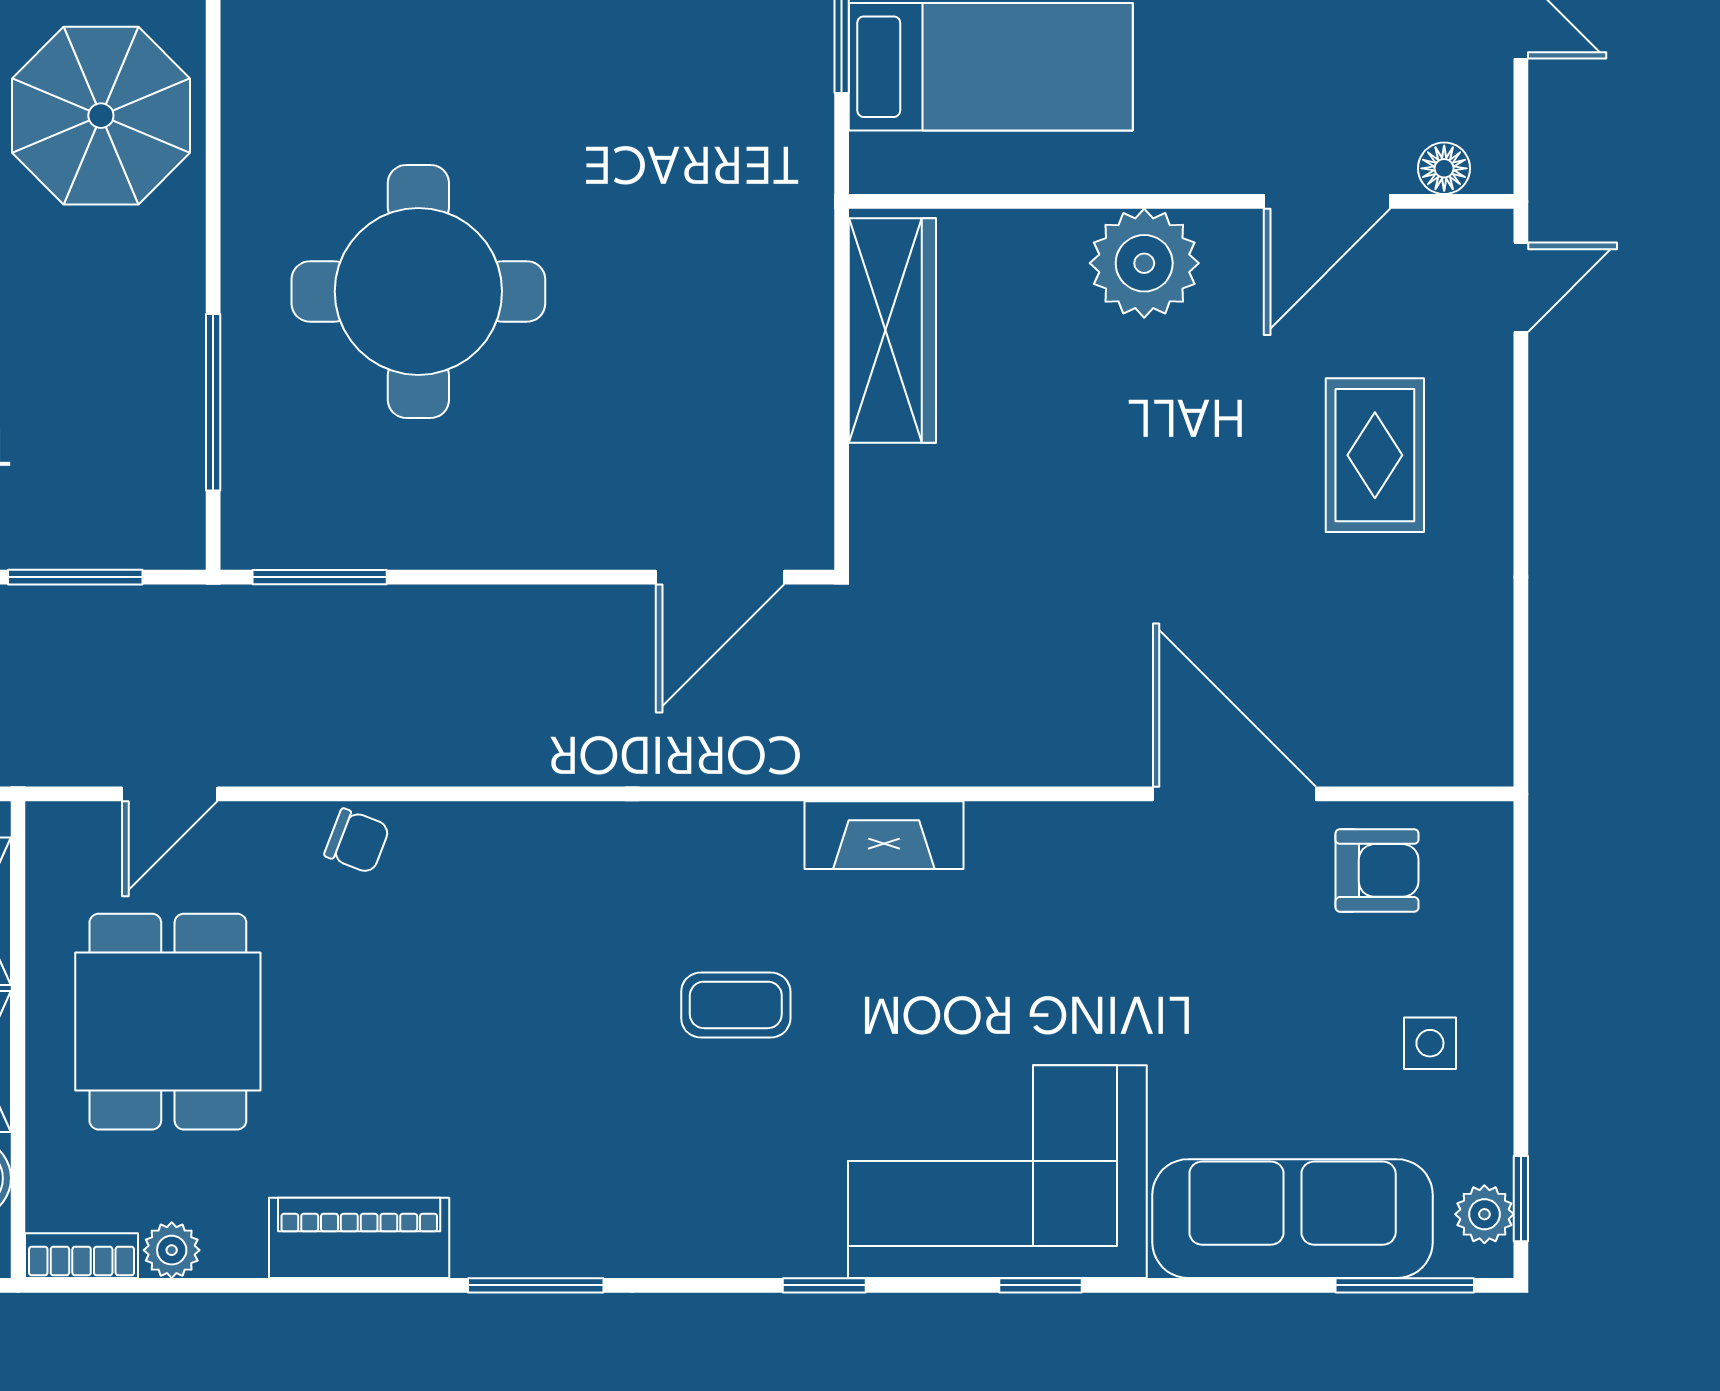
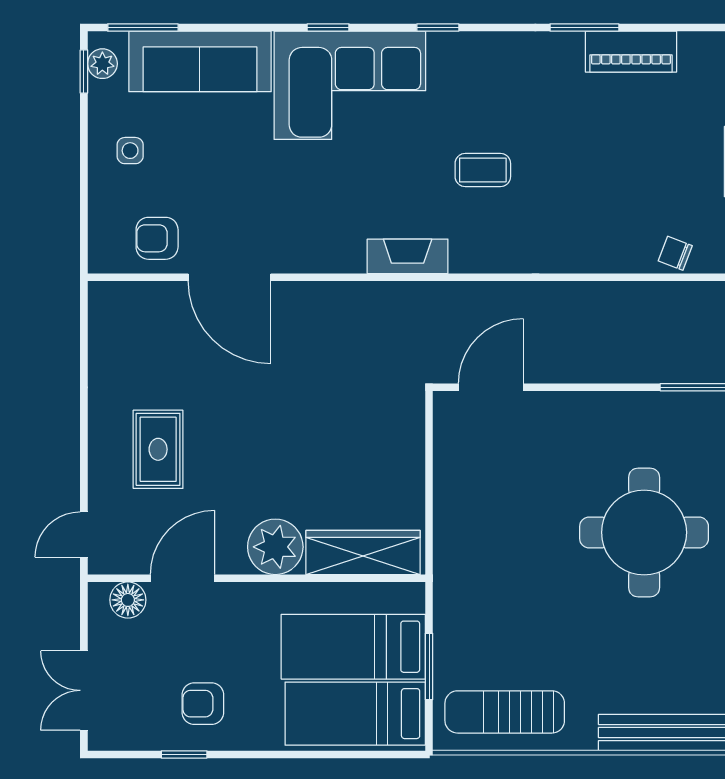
floor lamp: (1444, 168) -> (128, 600), width x1.37, depth x1.37
wardrobe: (892, 330) -> (363, 552), moved, turned 90
piano: (359, 1238) -> (631, 52), moved

